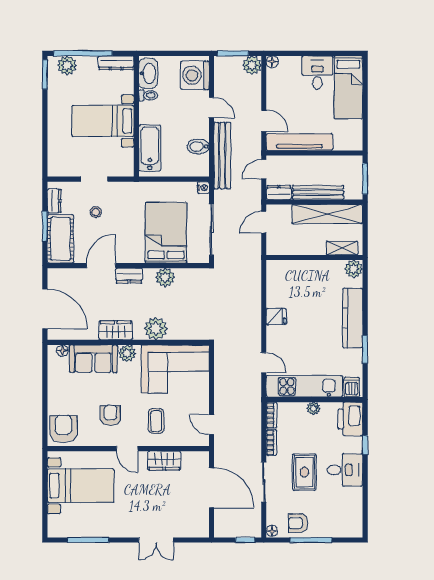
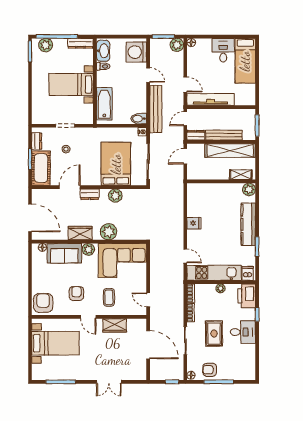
bidet: (198, 146) -> (139, 119), moved

